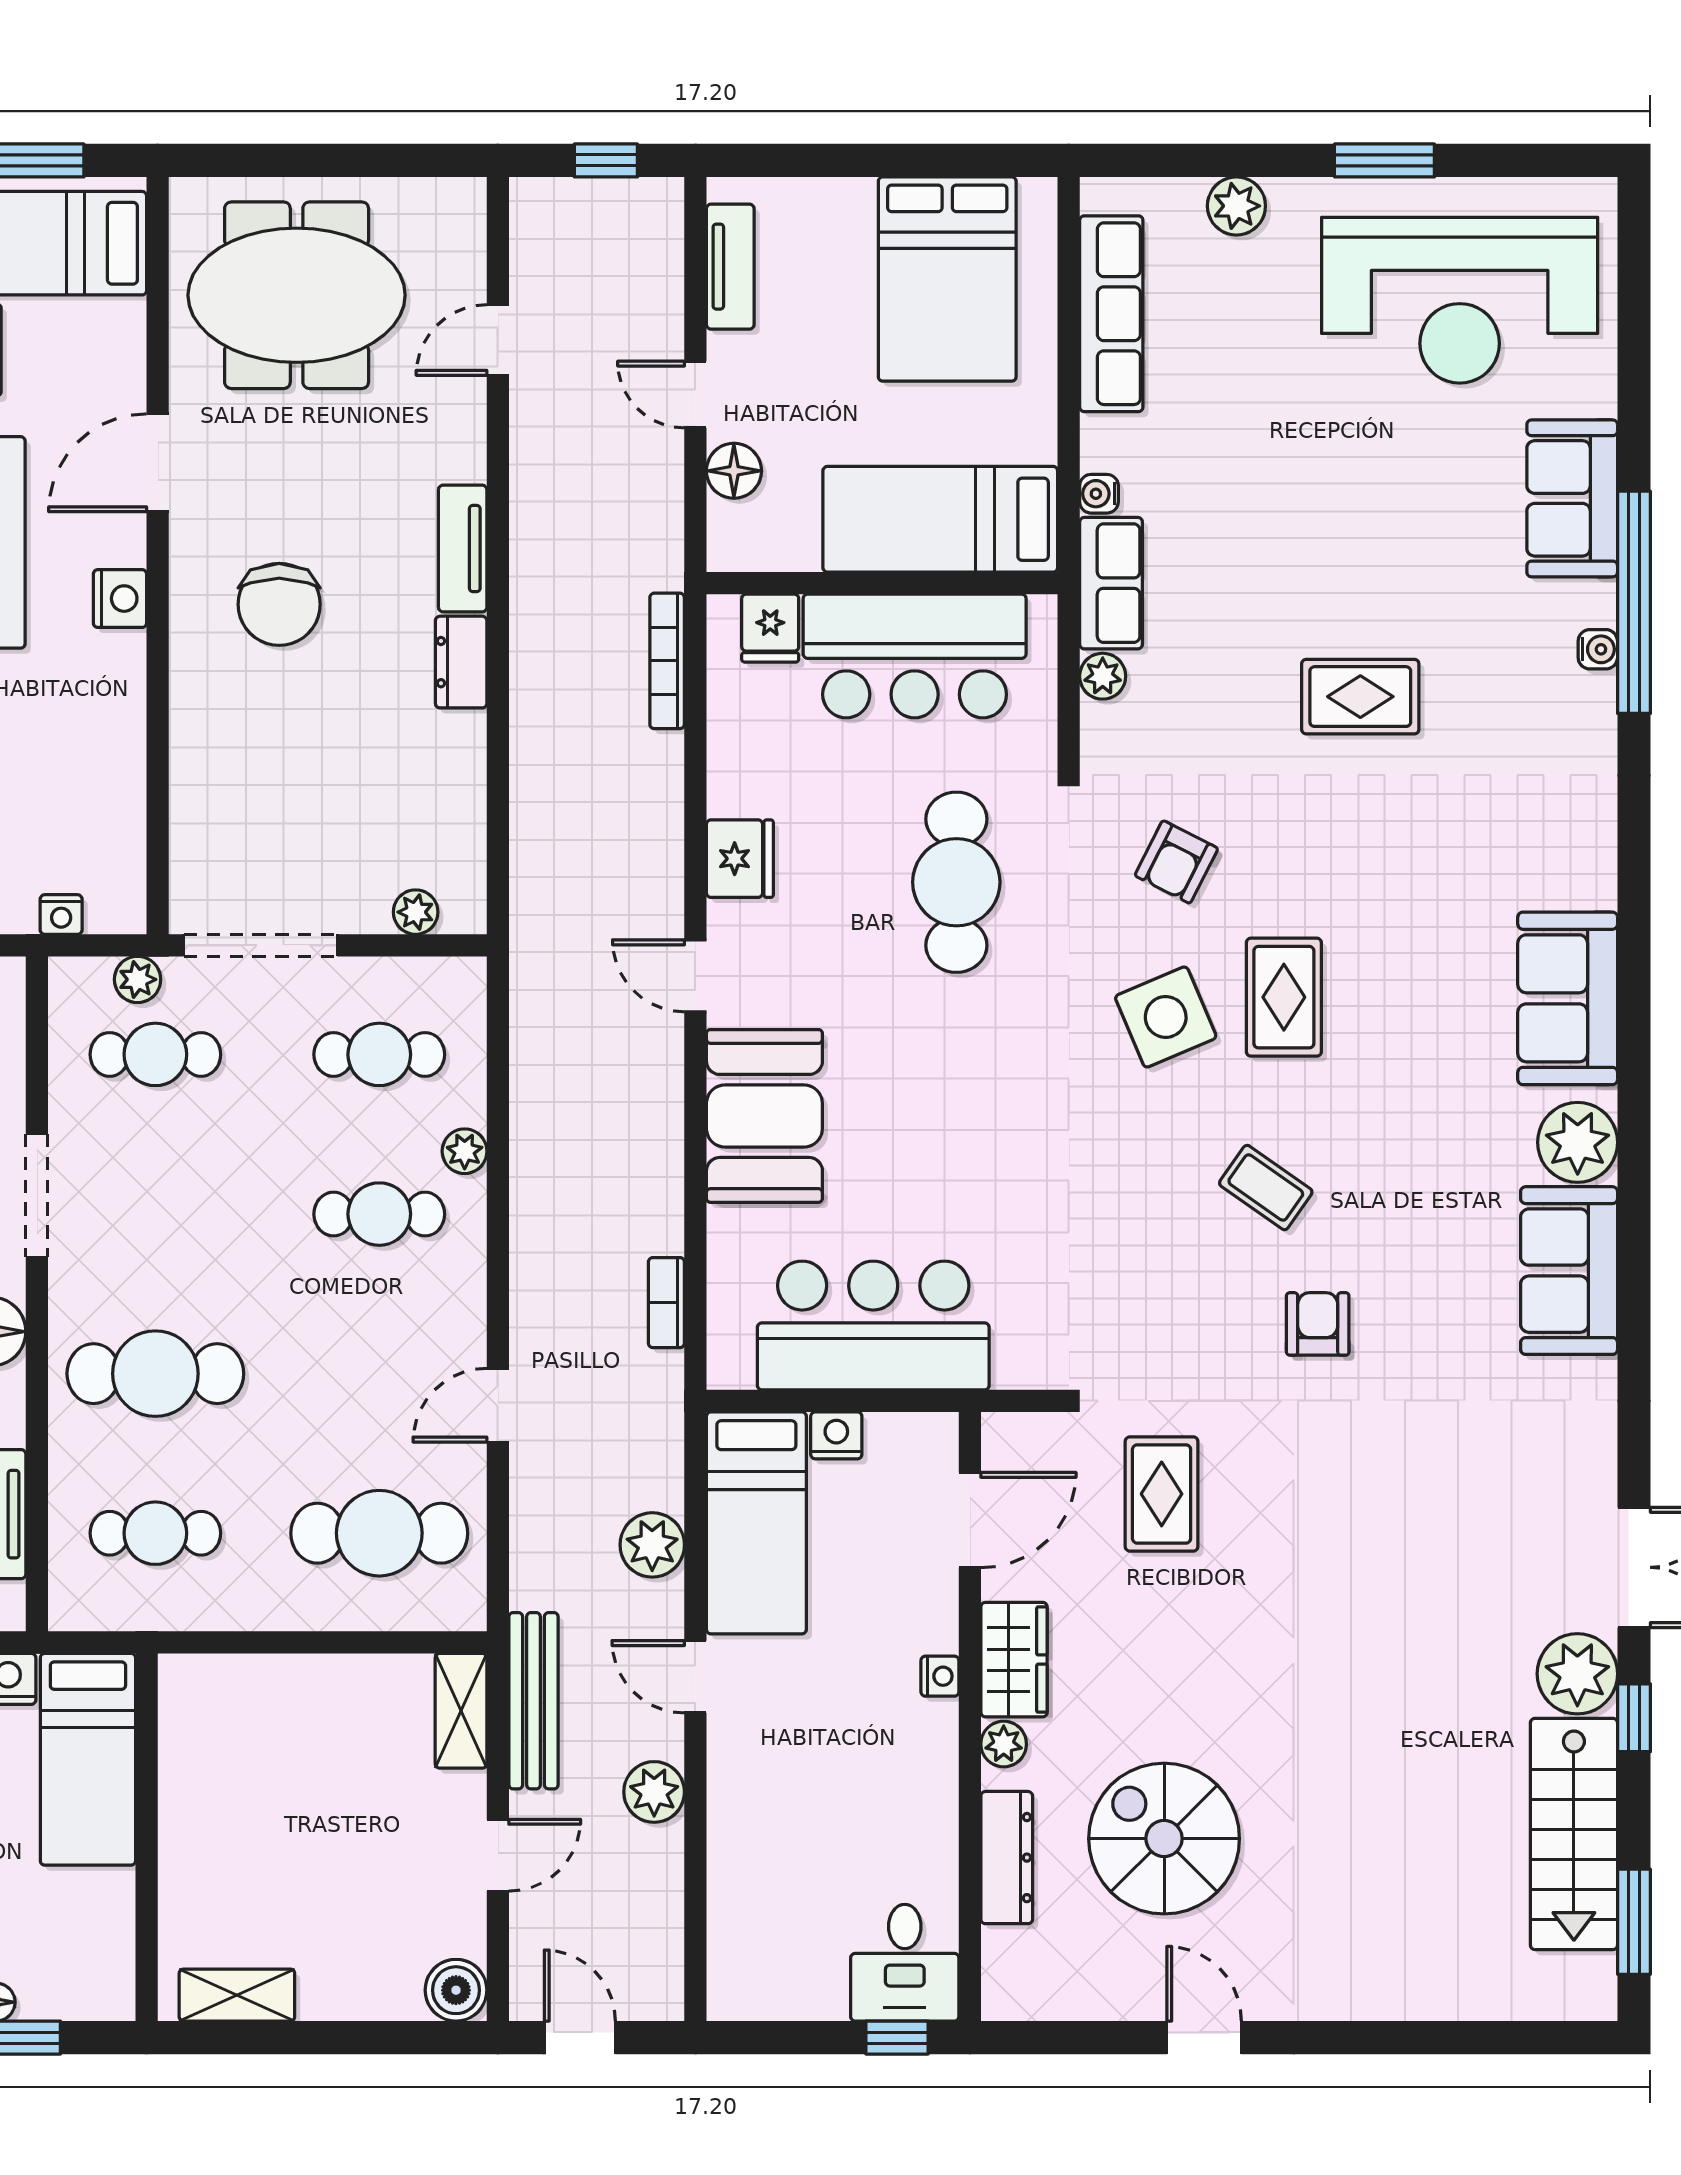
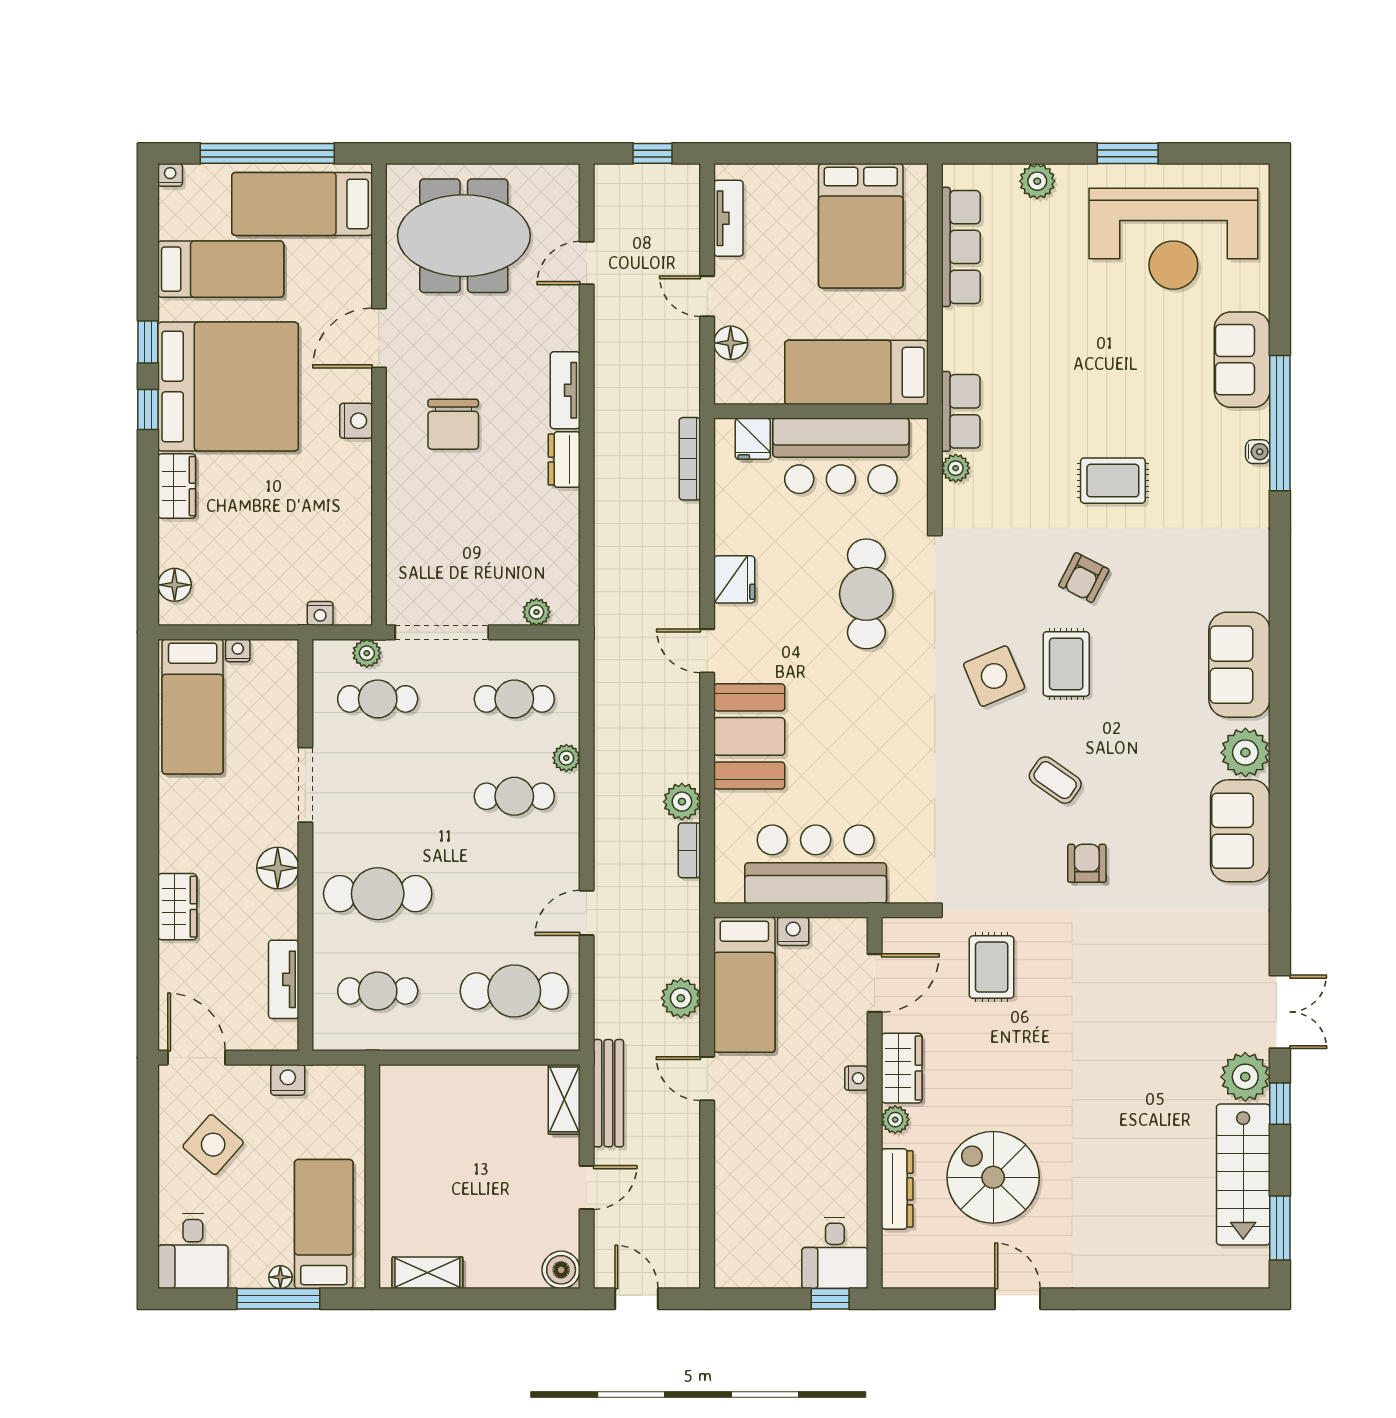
water cooler: (1099, 494) -> (953, 357), removed
armchair: (1176, 862) -> (1084, 578), moved
bed: (88, 1759) -> (324, 1224), moved, turned 180
plant: (654, 1792) -> (682, 802), moved

